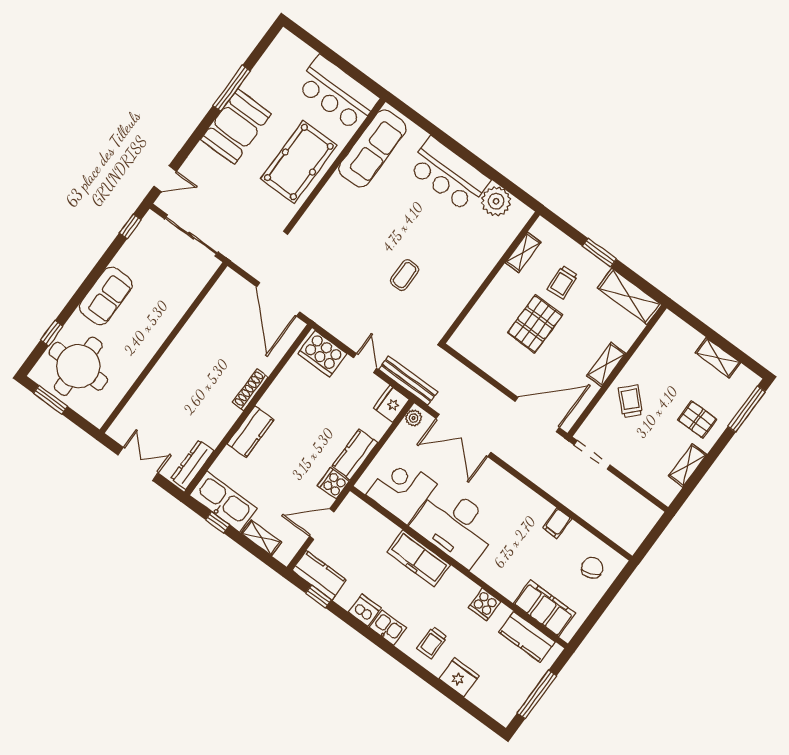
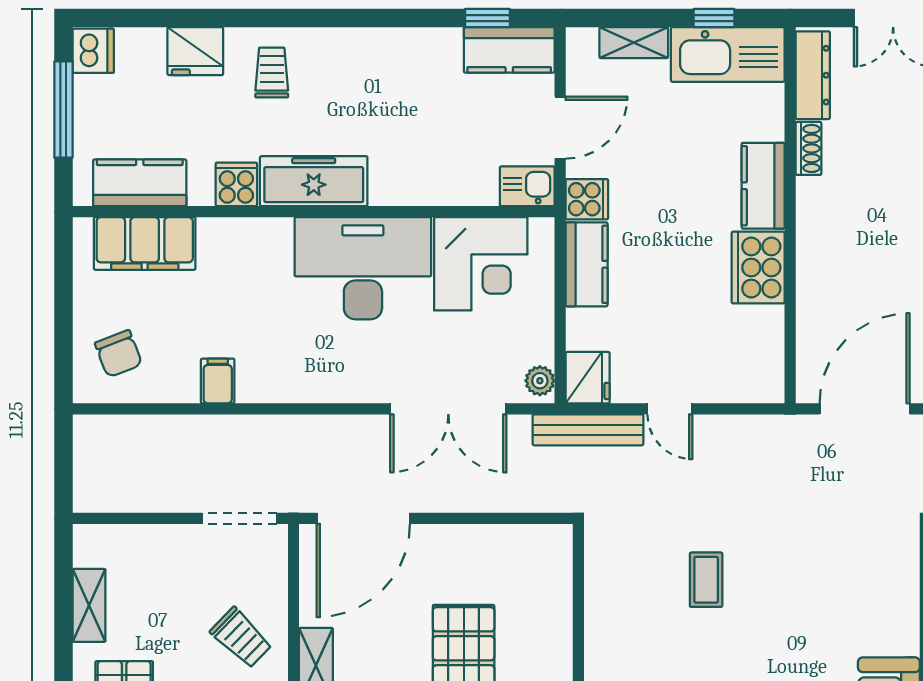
door: (278, 299) -> (865, 409), hinge flipped
cooker: (322, 354) -> (758, 268), moved, turned -90
shoe rack: (250, 390) -> (808, 148), moved, width x0.70
double door: (463, 435) -> (448, 409), swing flipped
freezer: (419, 558) -> (314, 181), moved
dishwasher: (365, 610) -> (93, 51), moved, turned -90
kitchen sink: (388, 628) -> (527, 186), moved, turned 180

